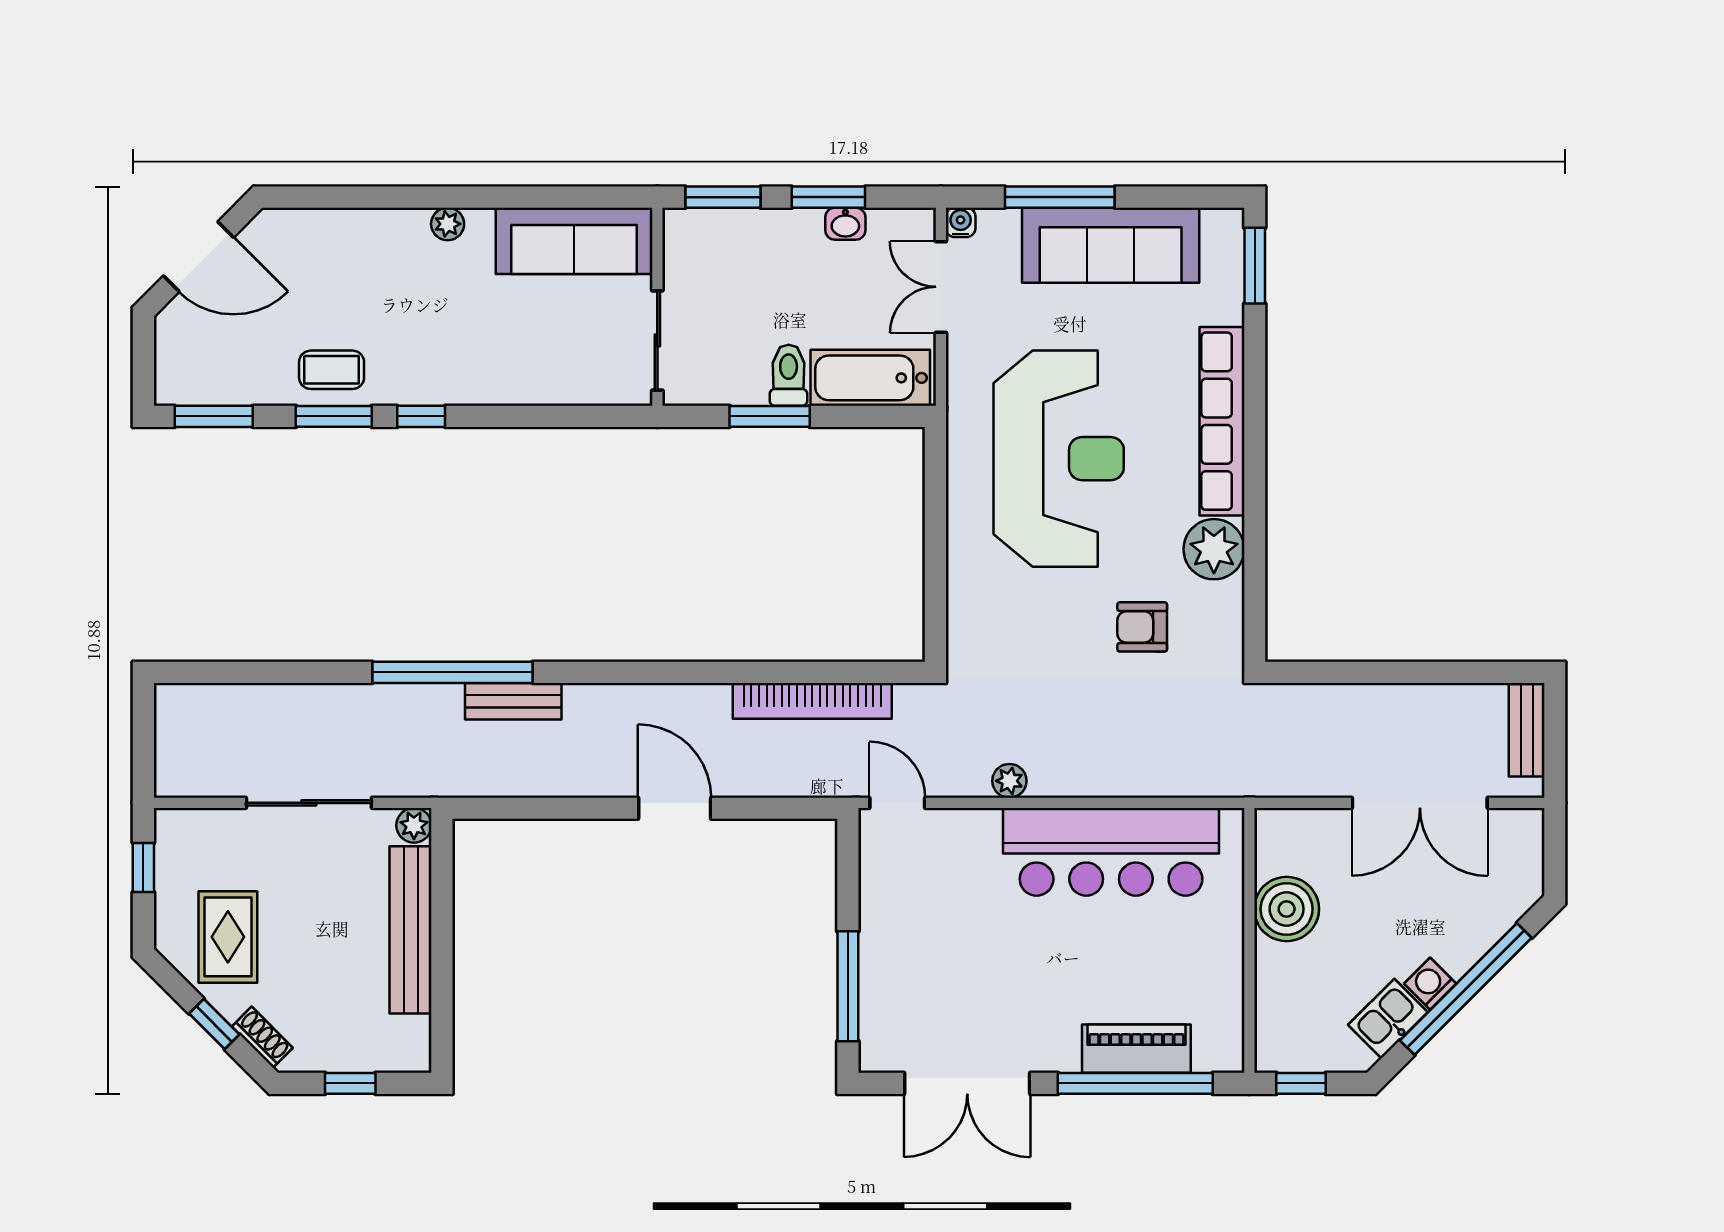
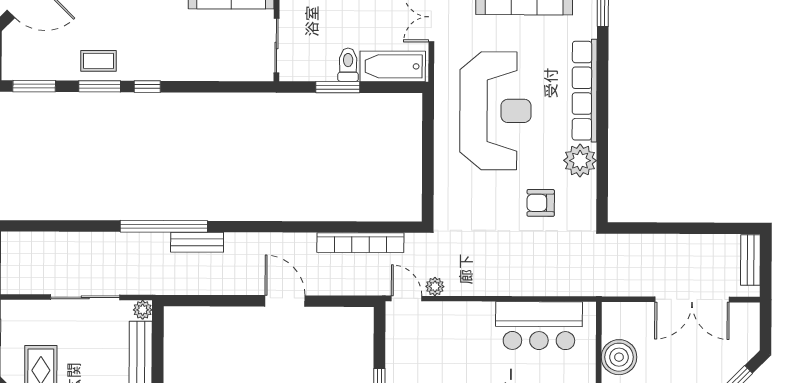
plant: (1009, 781) -> (435, 287), moved
bar counter: (1111, 852) -> (539, 326), width x0.73

